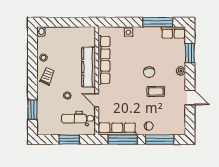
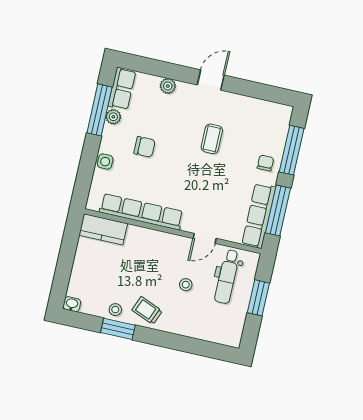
plant: (156, 31) -> (113, 117), added
window: (190, 53) -> (162, 69), removed
kitchen counter: (89, 67) -> (103, 229), moved, width x0.67
plant: (181, 71) -> (168, 86), moved
chair: (149, 72) -> (145, 147), moved
door: (190, 98) -> (211, 80), moved
window: (32, 110) -> (118, 329), moved

